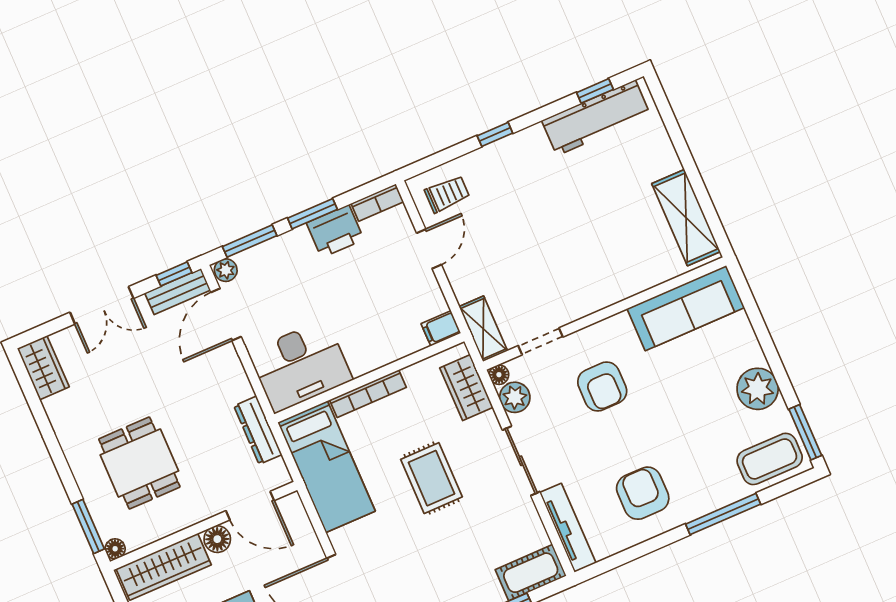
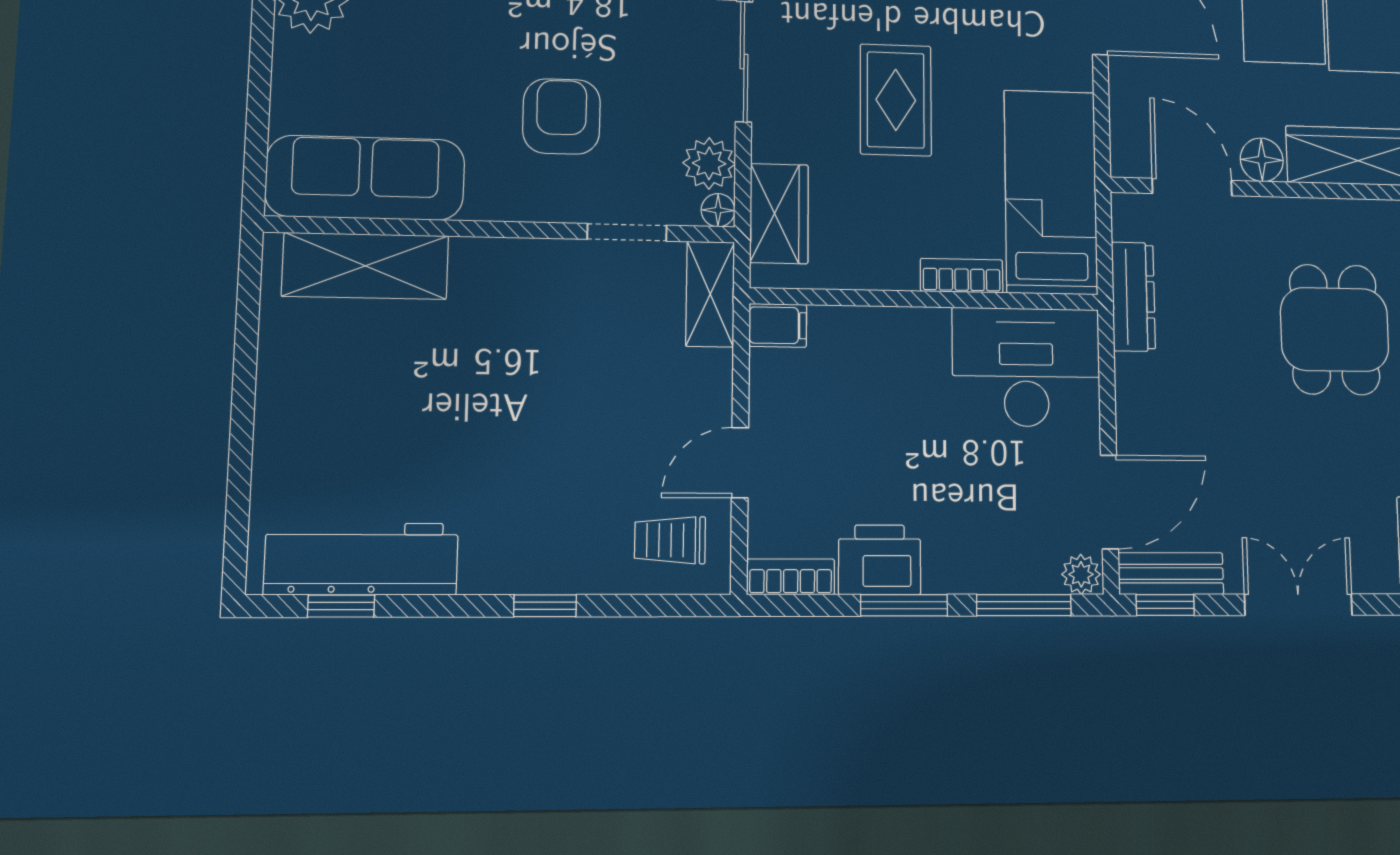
shelving: (686, 218) -> (365, 266), moved, turned 90
bookcase: (368, 394) -> (962, 276), width x0.64

